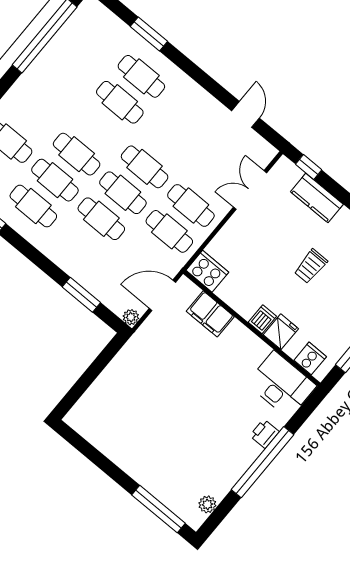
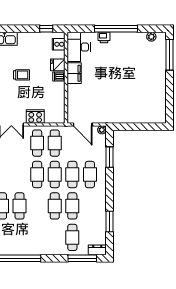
cafe table: (33, 206) -> (90, 175), moved
cooker: (207, 271) -> (35, 117), moved, turned 90
filing cabinet: (210, 314) -> (74, 73), moved

